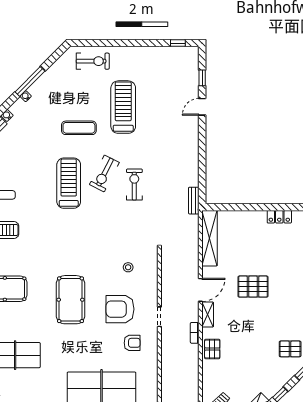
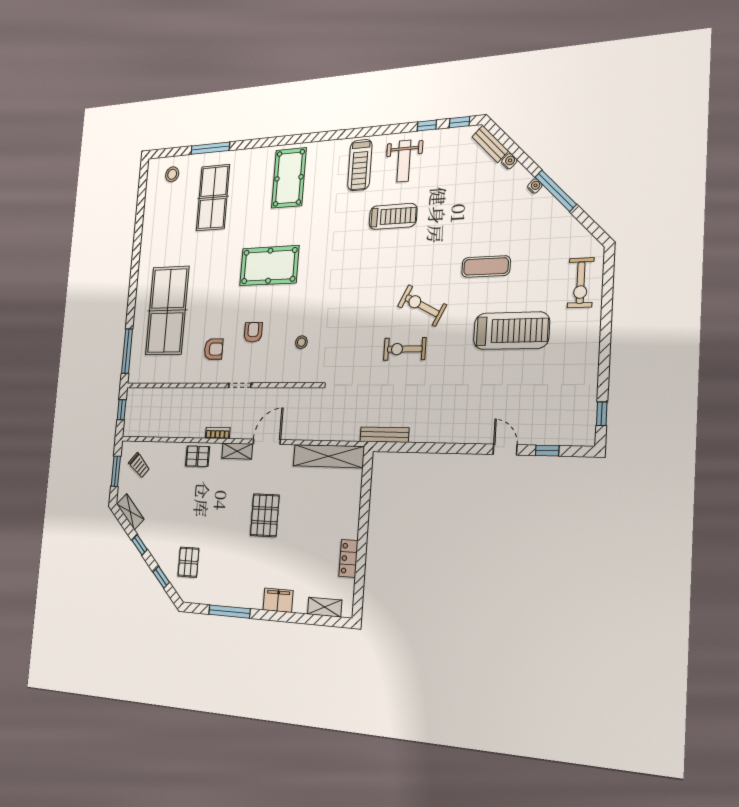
exercise mat: (79, 128) -> (486, 266), turned 90
treadmill: (69, 183) -> (393, 216), moved, width x0.73, depth x0.73
exercise bike: (134, 184) -> (405, 349), turned 180
bench: (194, 201) -> (384, 435), width x1.36
door: (200, 290) -> (267, 442), swing flipped
armchair: (120, 309) -> (253, 332), width x0.53, depth x0.53
armchair: (132, 343) -> (214, 349), turned -90

